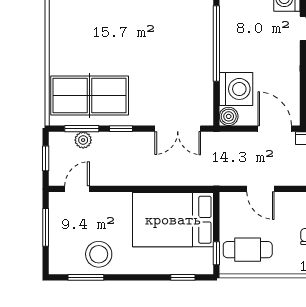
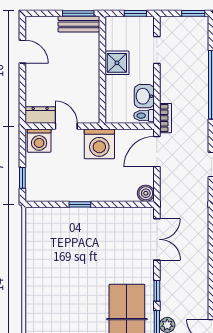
window: (216, 43) -> (80, 204), width x0.32
washing machine: (236, 89) -> (99, 144), moved, turned 180

